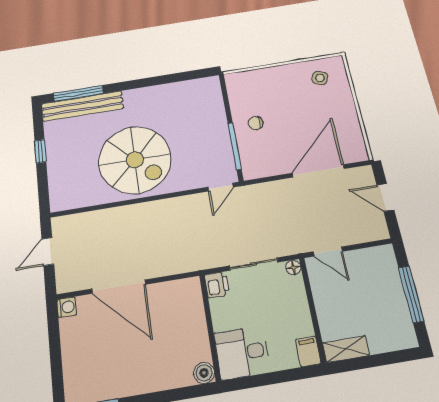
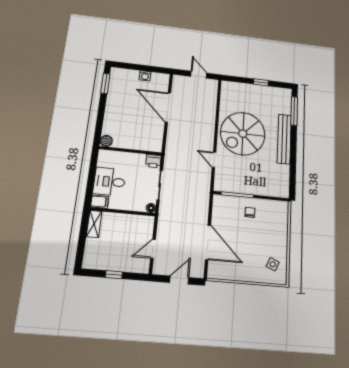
bench: (82, 106) -> (284, 139), moved
door: (220, 187) -> (214, 160), moved
door: (328, 252) -> (153, 249), moved
door: (119, 287) -> (168, 107), hinge flipped
window: (411, 294) -> (114, 275), width x0.46
washing machine: (67, 307) -> (145, 76), moved
desk: (242, 353) -> (109, 182), moved, turned -90

